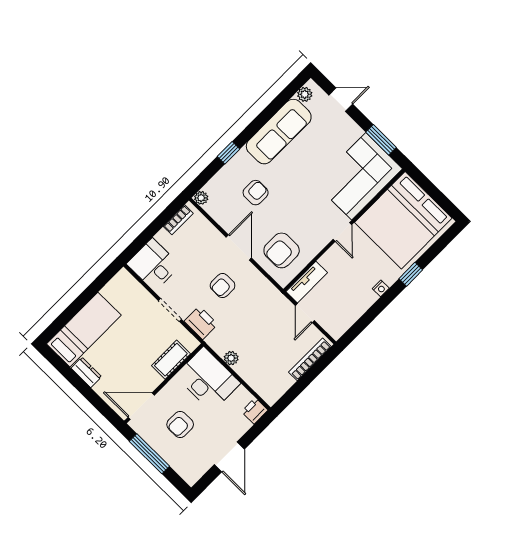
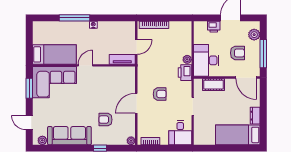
bed: (403, 220) -> (54, 54), width x0.49
armchair: (282, 250) -> (119, 84), removed
window: (411, 274) -> (74, 18), width x2.17
printer: (201, 323) -> (185, 73), moved
printer: (255, 411) -> (214, 27), moved
plant: (182, 465) -> (254, 35), added

